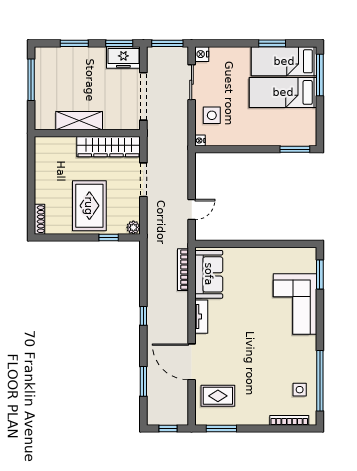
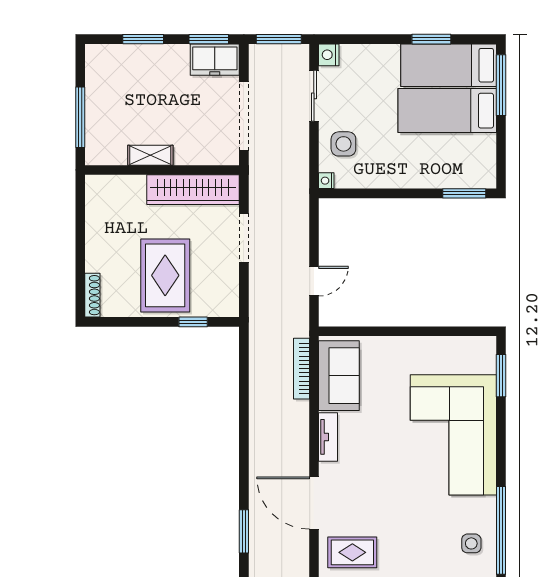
window: (31, 80) -> (80, 117), moved
shelving: (79, 121) -> (150, 155), width x0.67, depth x0.75
plant: (133, 227) -> (229, 307), removed
corner sofa: (295, 304) -> (453, 435), width x1.36, depth x1.36
window: (143, 316) -> (244, 436), removed

